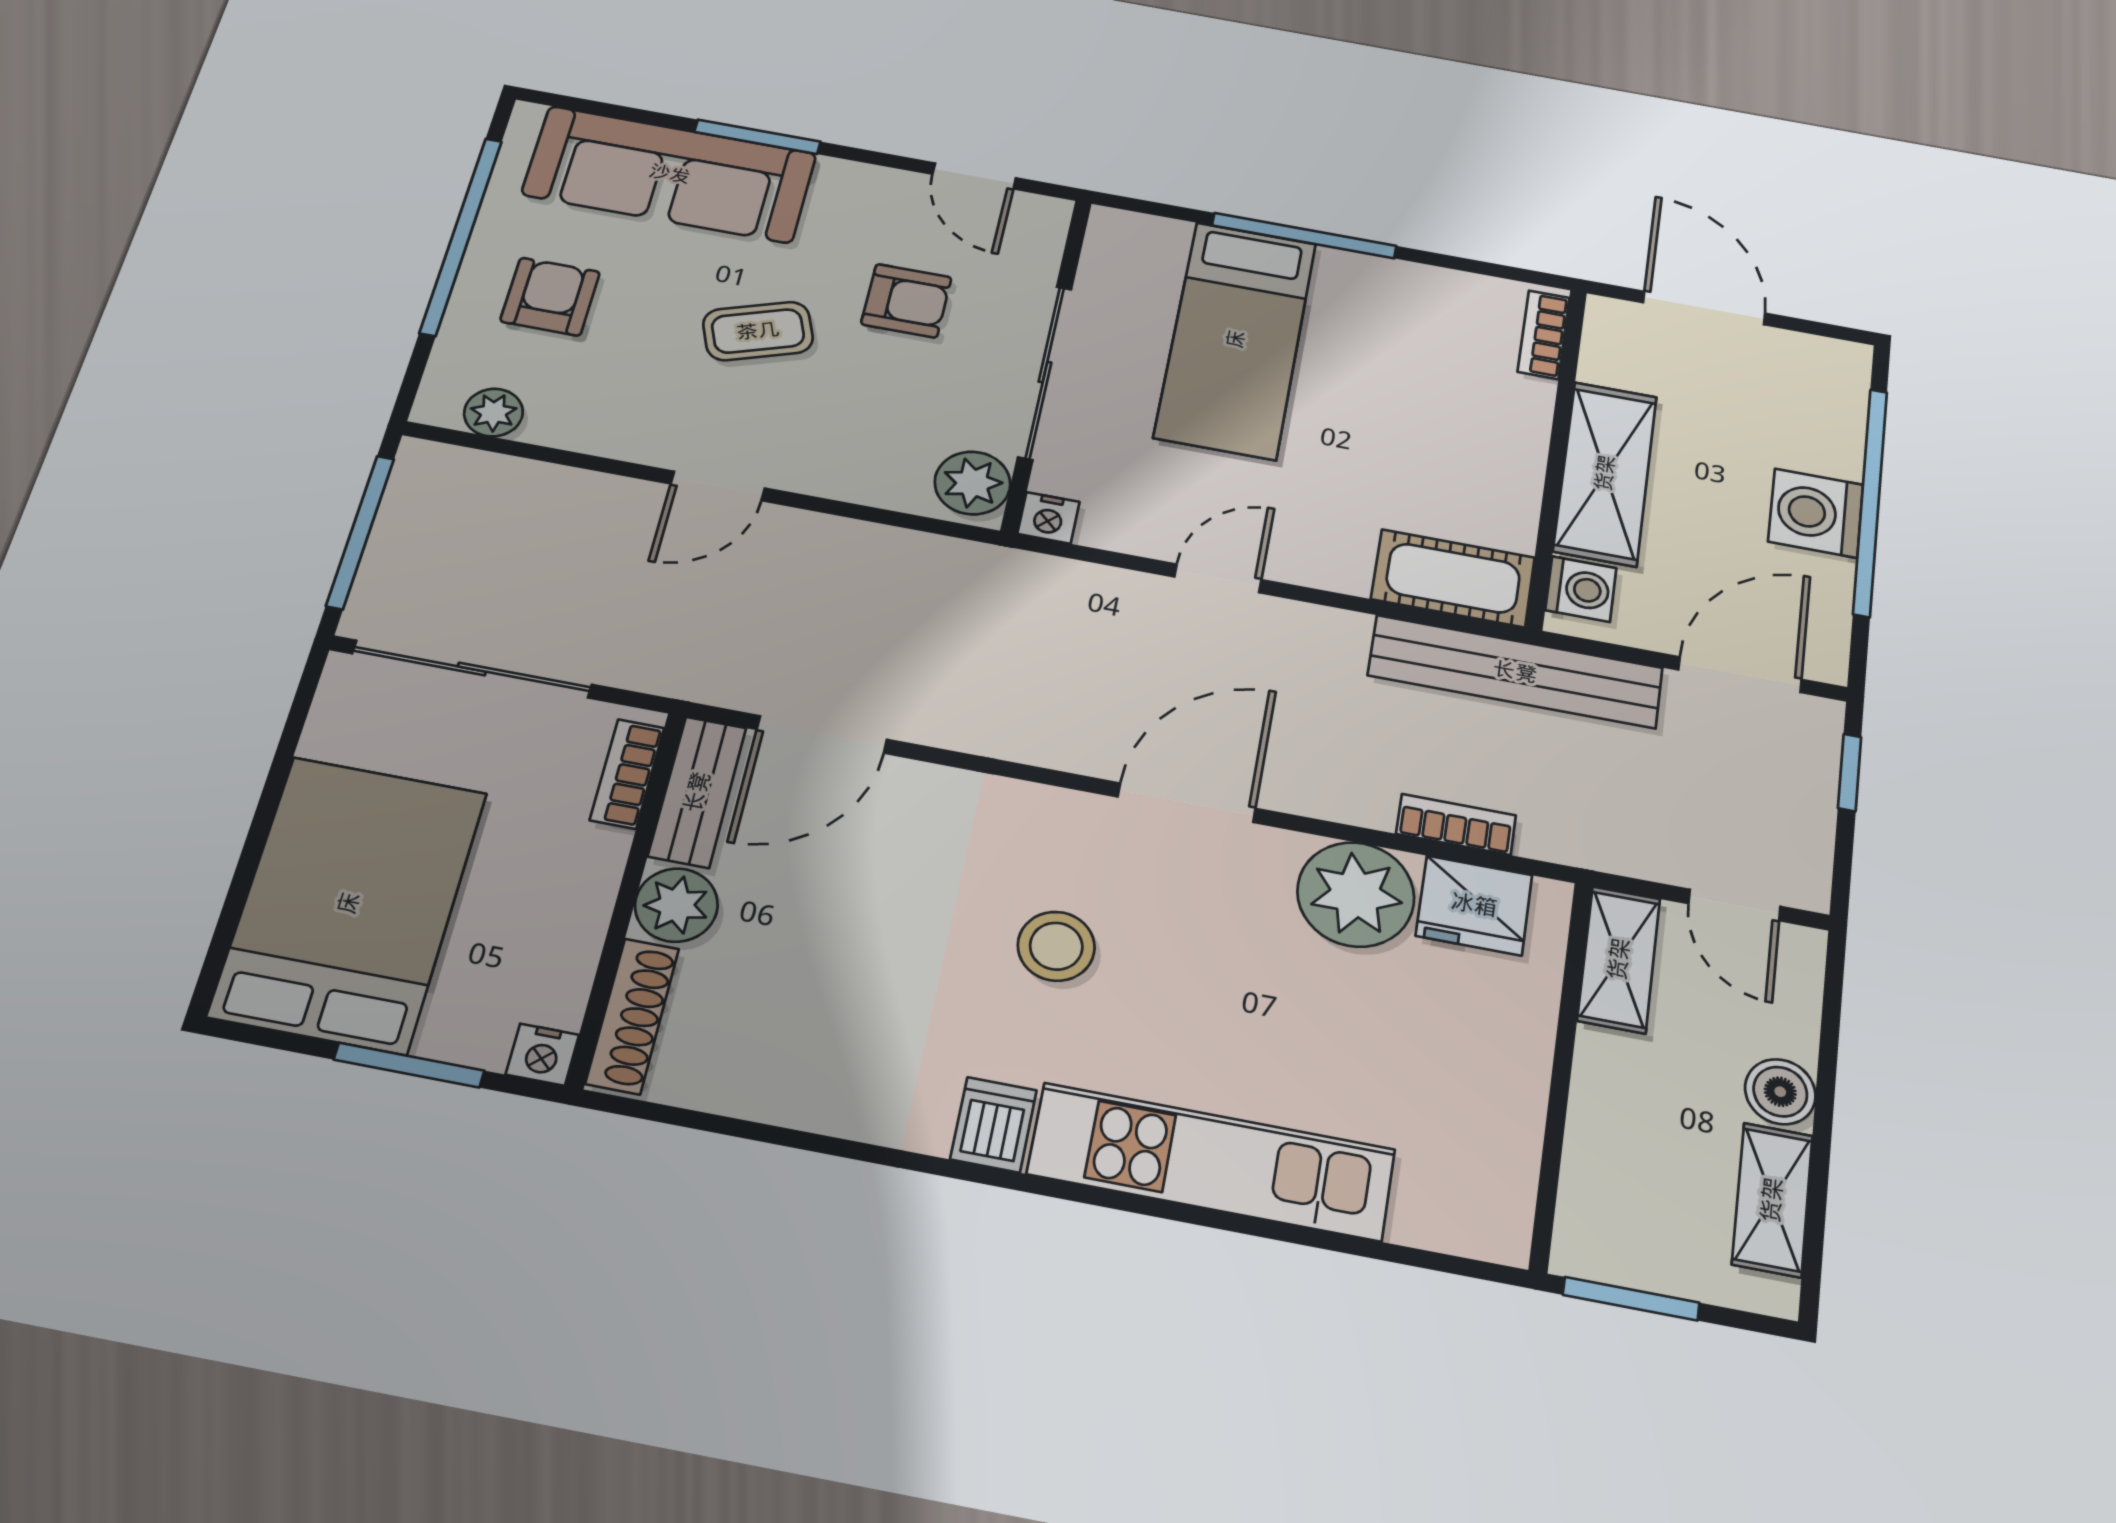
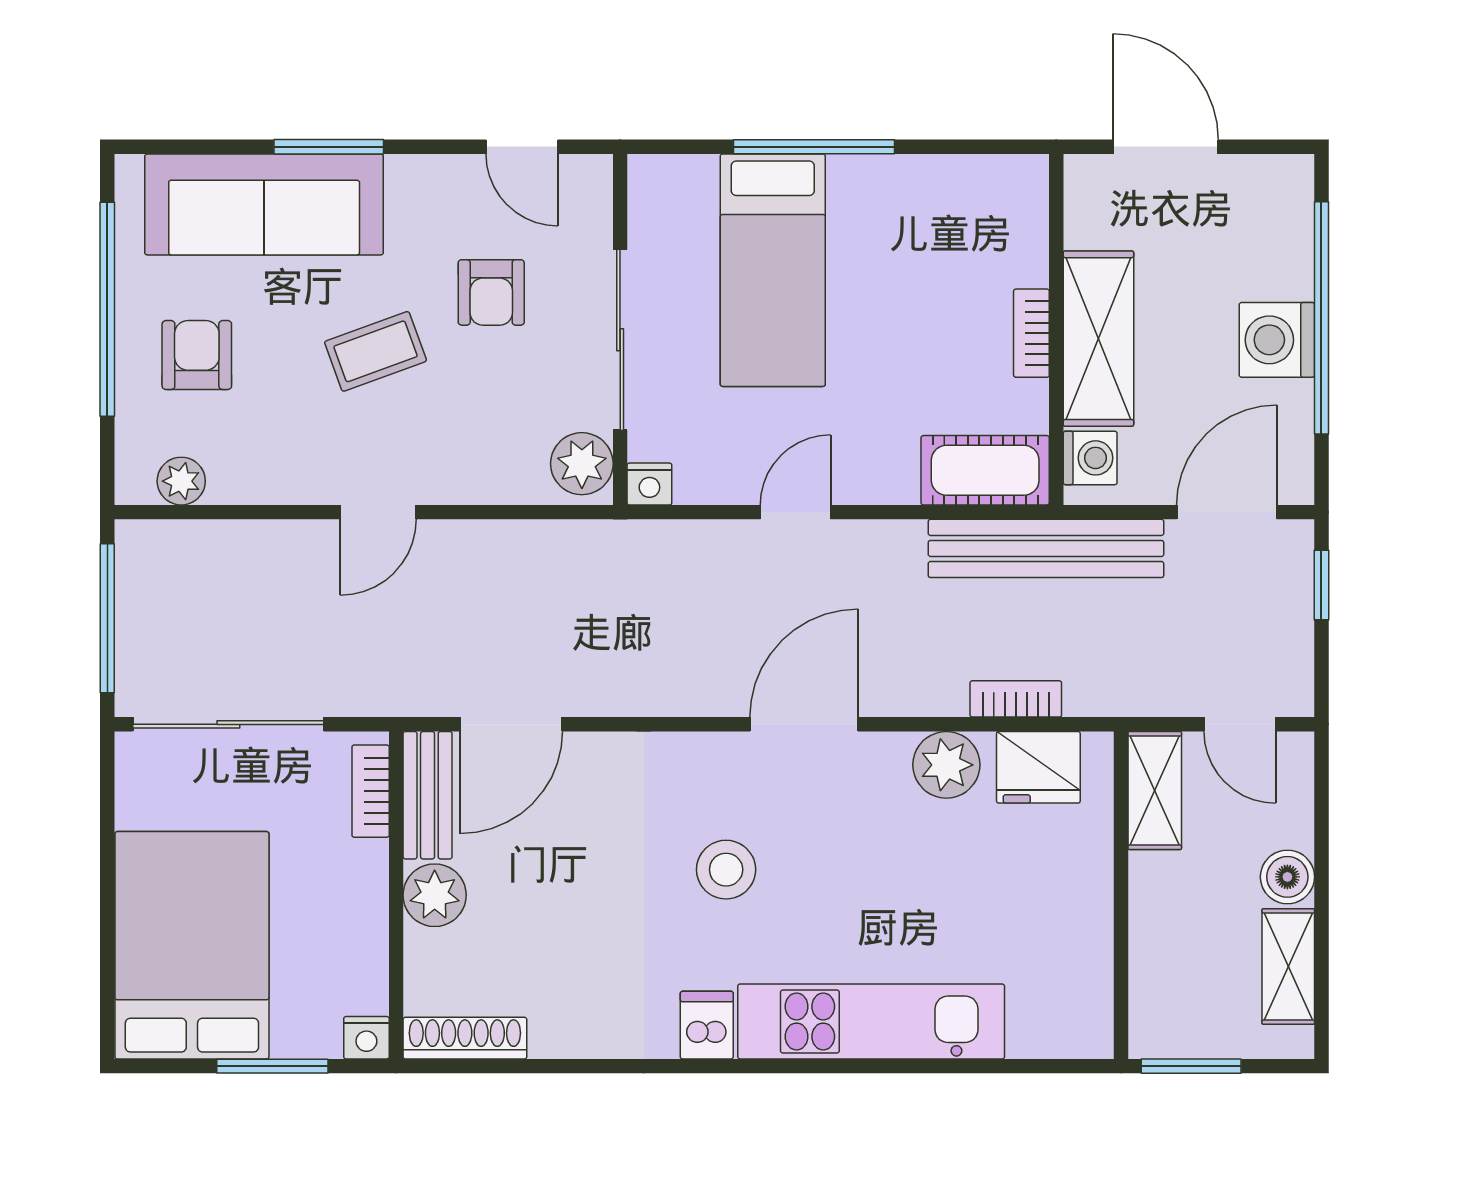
armchair: (906, 301) -> (491, 292), turned 90
bookcase: (1544, 335) -> (1031, 333), moved
plant: (1356, 894) -> (946, 765), width x0.73, depth x0.73
shoe rack: (632, 1016) -> (465, 1038), moved, turned -90

